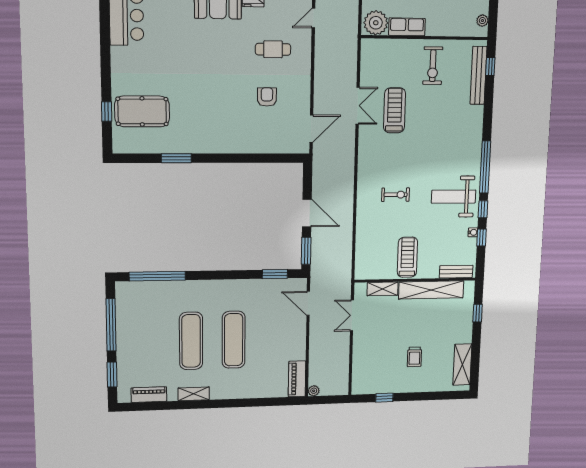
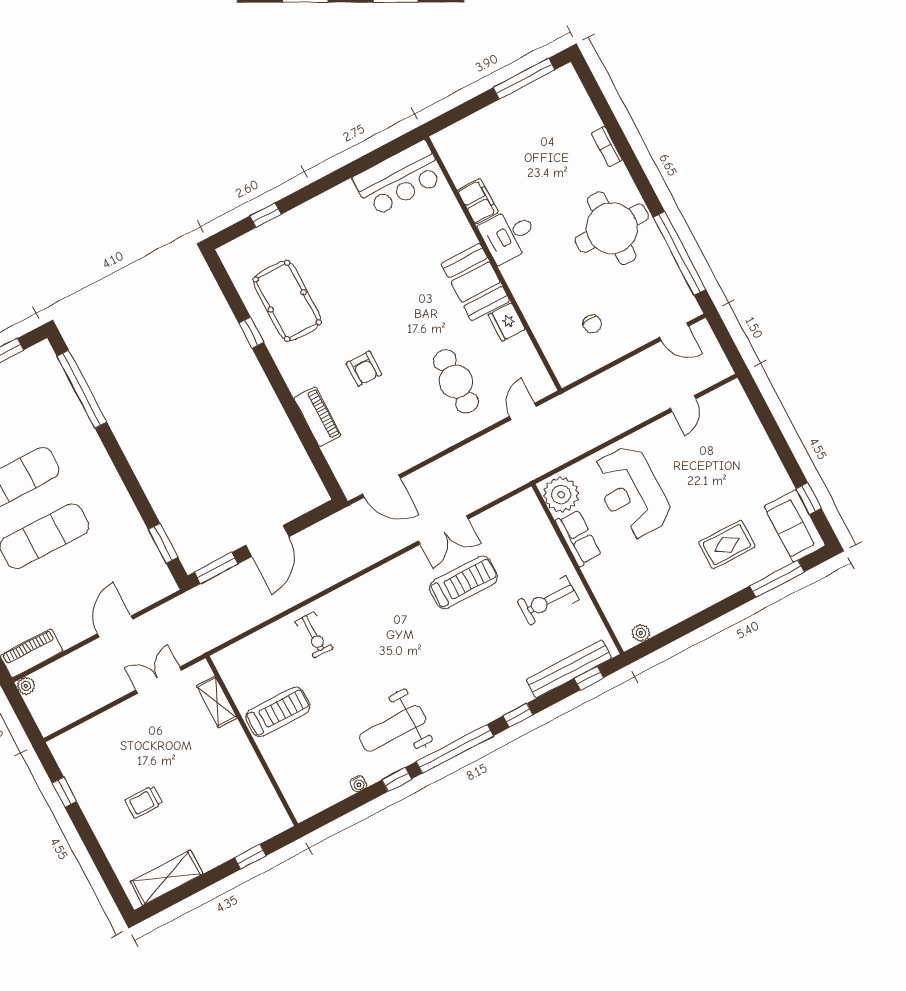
door: (313, 18) -> (523, 411), hinge flipped
cafe table: (273, 49) -> (456, 381), width x1.37, depth x1.35
armchair: (267, 97) -> (364, 369), moved, turned 90
pool table: (142, 111) -> (287, 301), moved
piano: (249, 145) -> (317, 417), added
window: (176, 158) -> (251, 333), width x0.67
exercise bike: (396, 195) -> (314, 635), moved
weight bench: (454, 197) -> (393, 728), turned -90
window: (481, 238) -> (518, 715), moved
bench: (456, 272) -> (293, 792), removed
shelving: (431, 290) -> (250, 771), removed
door: (308, 303) -> (115, 626), moved

